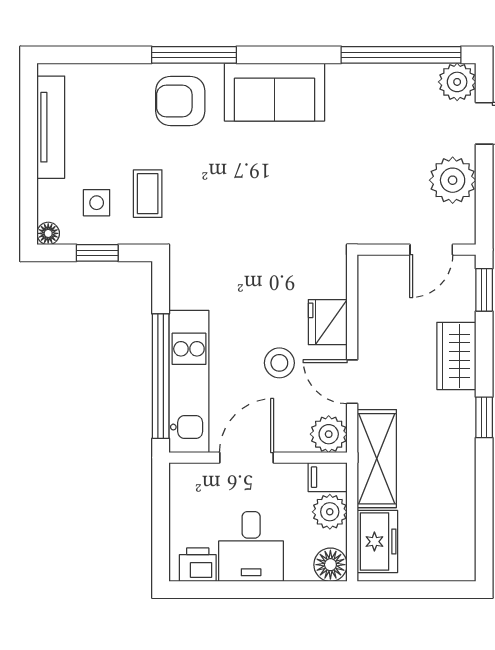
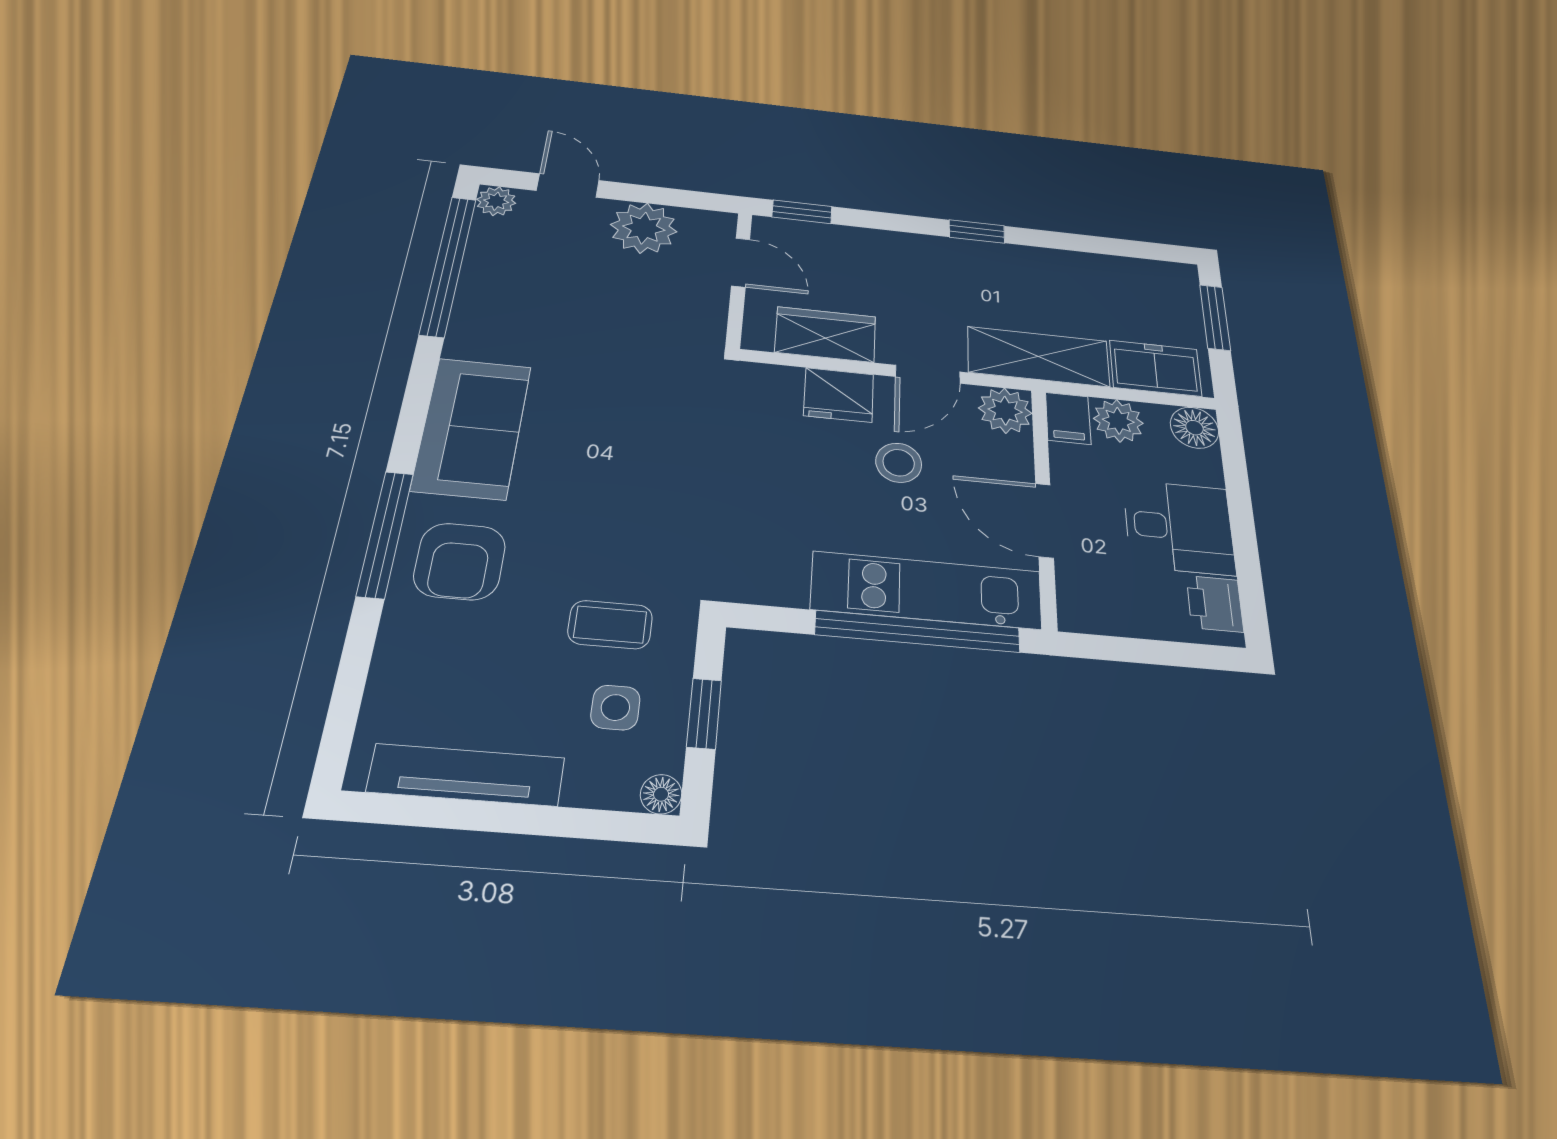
plant: (457, 82) -> (496, 201), width x0.73, depth x0.73
wardrobe: (456, 356) -> (825, 334), moved, turned 180
window: (428, 590) -> (1215, 317), added

